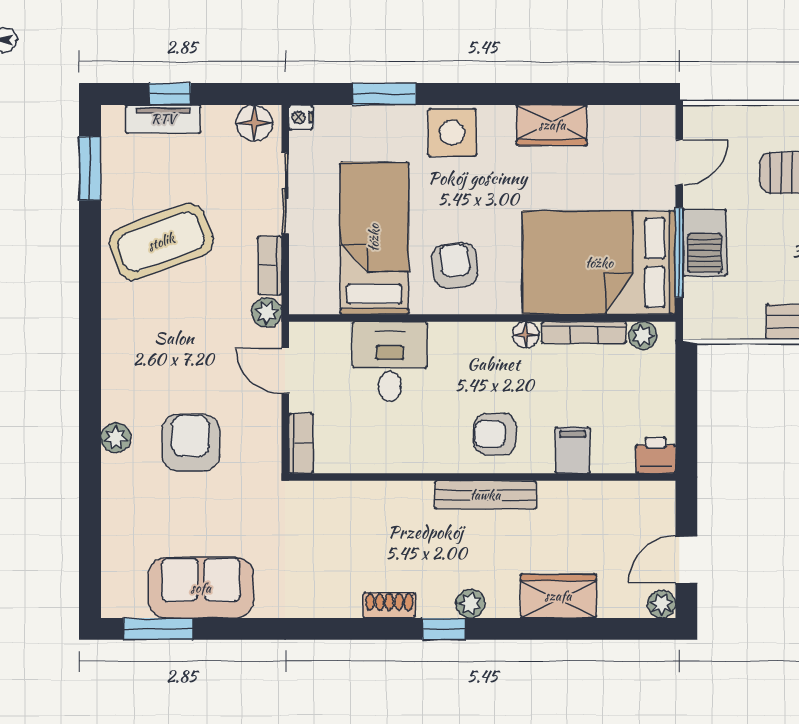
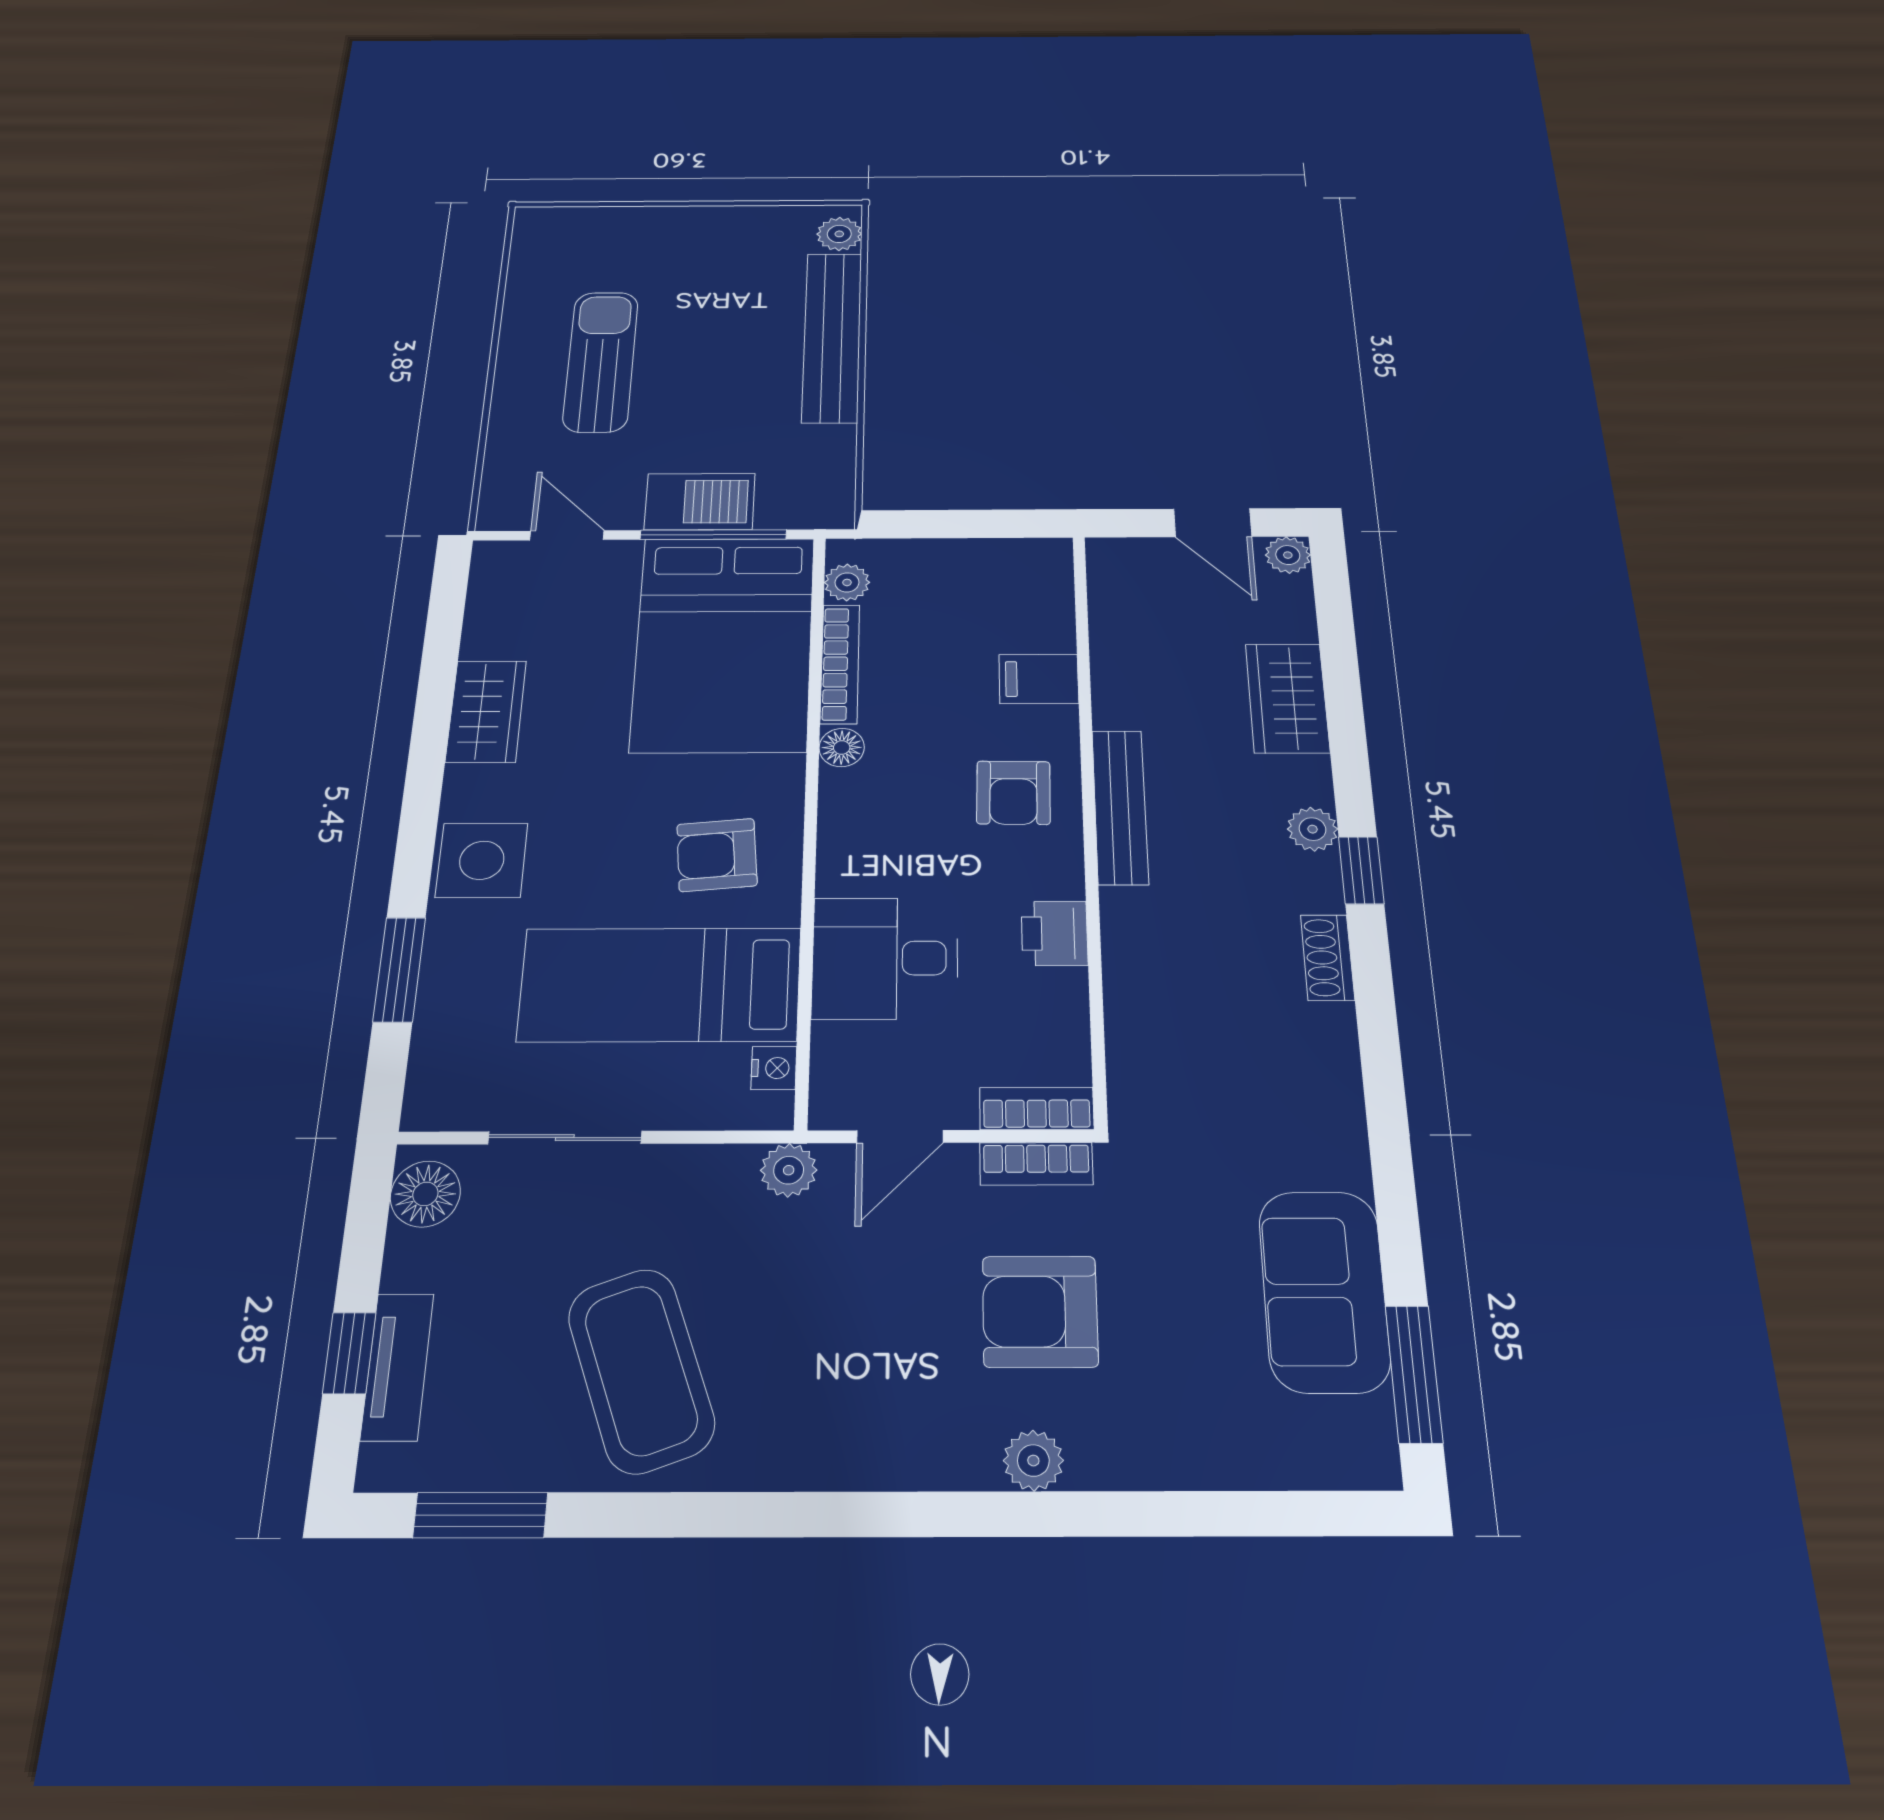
nightstand: (301, 117) -> (774, 1068), moved, turned -90
bookcase: (270, 265) -> (1036, 1164), moved
printer: (656, 455) -> (1054, 933), moved

